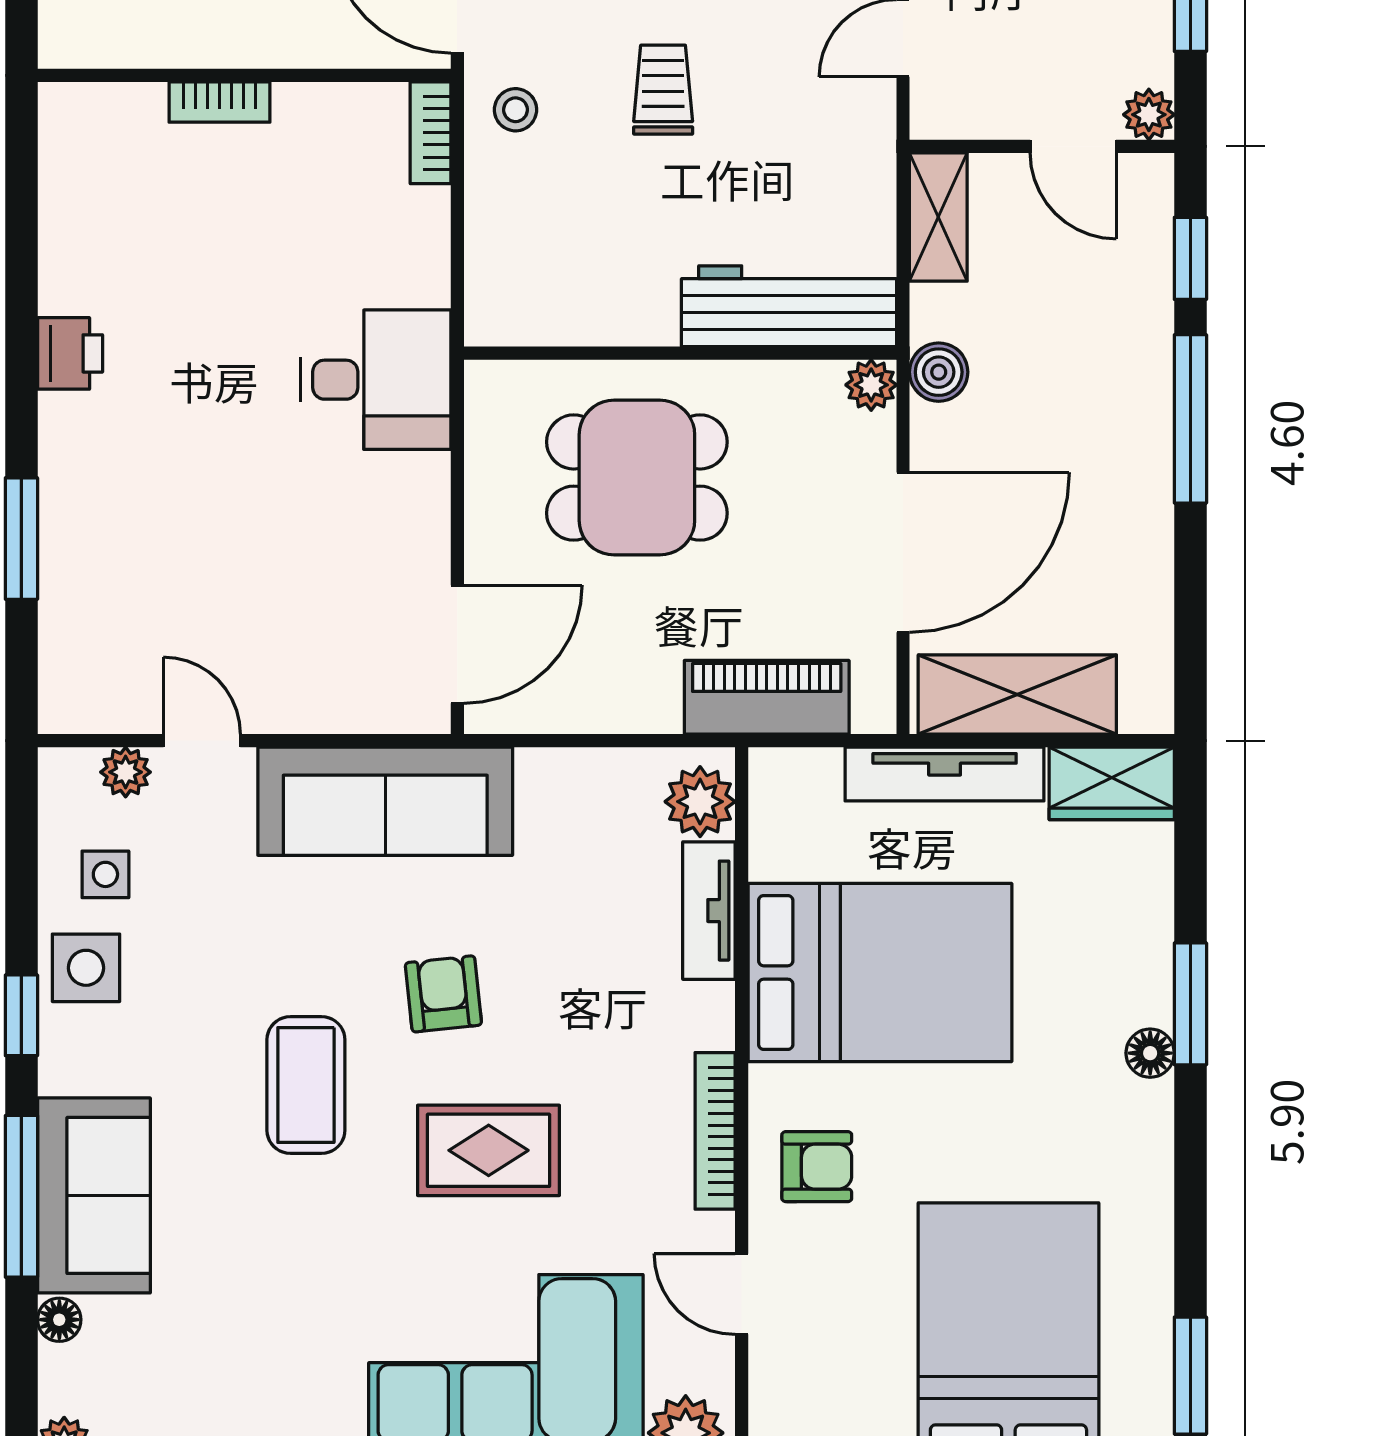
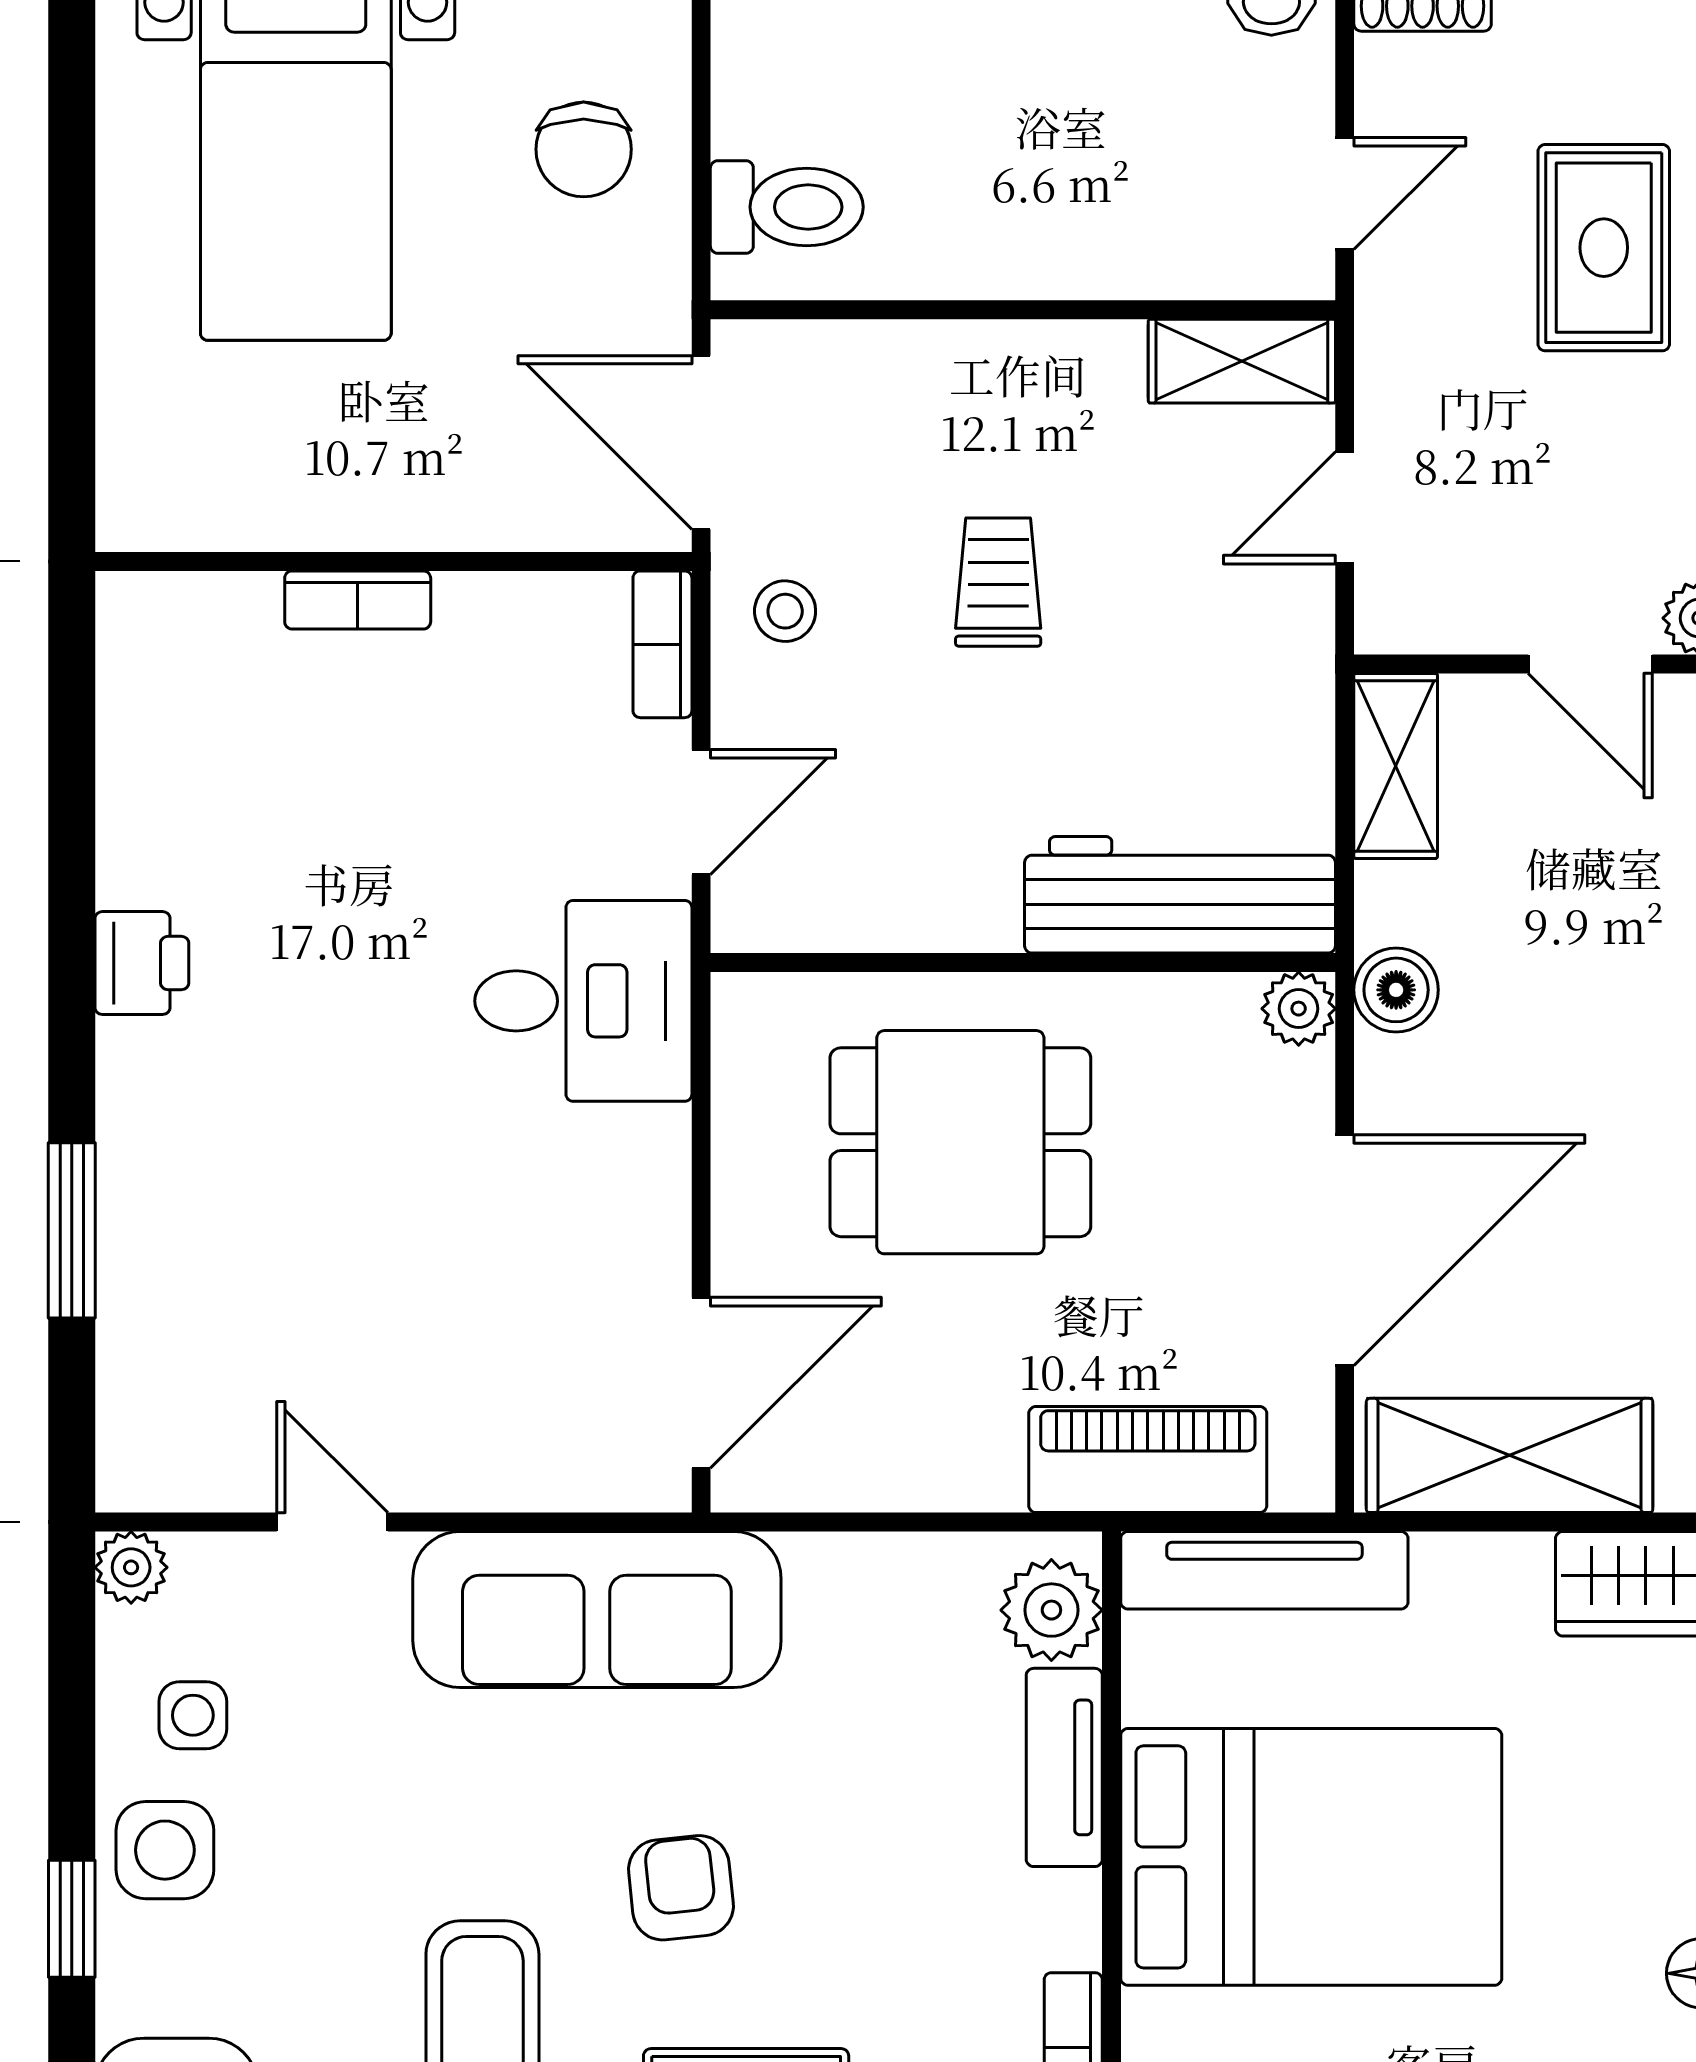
door: (457, 249) -> (701, 812), added
plant: (126, 772) -> (131, 1567), moved
tv unit: (945, 774) -> (1264, 1570), moved

